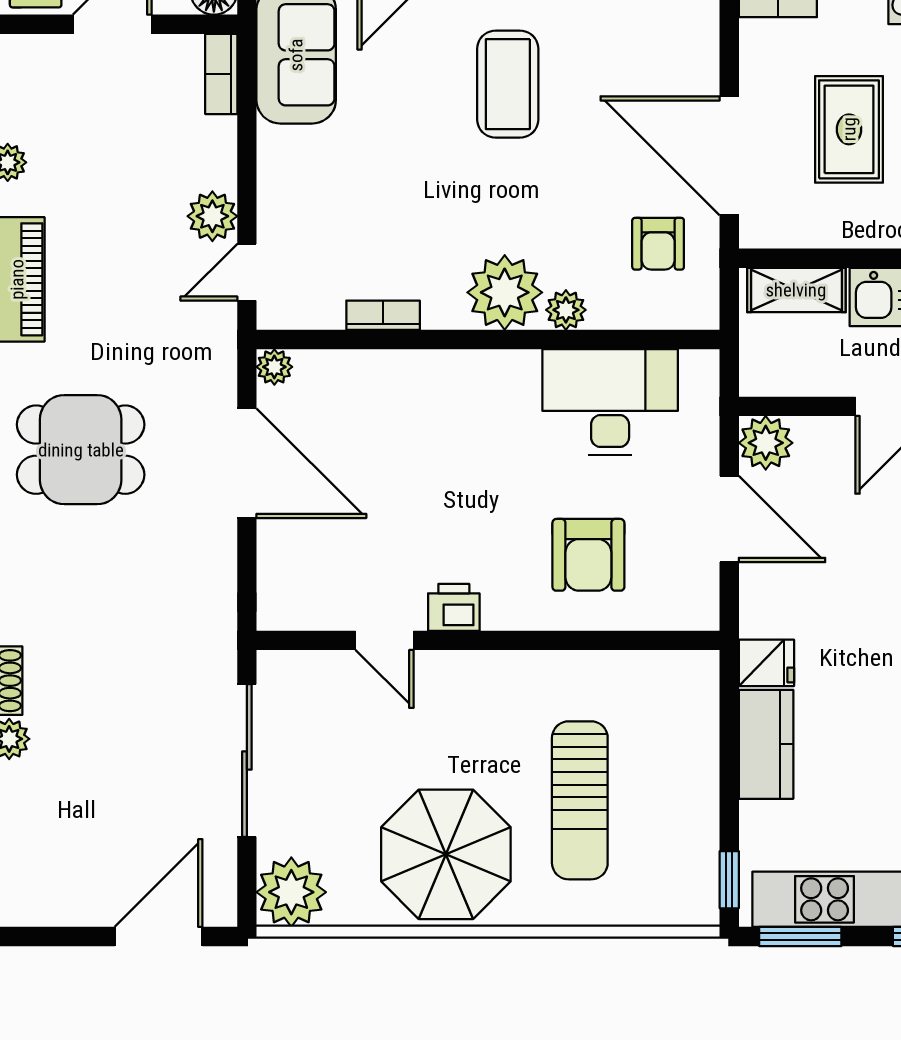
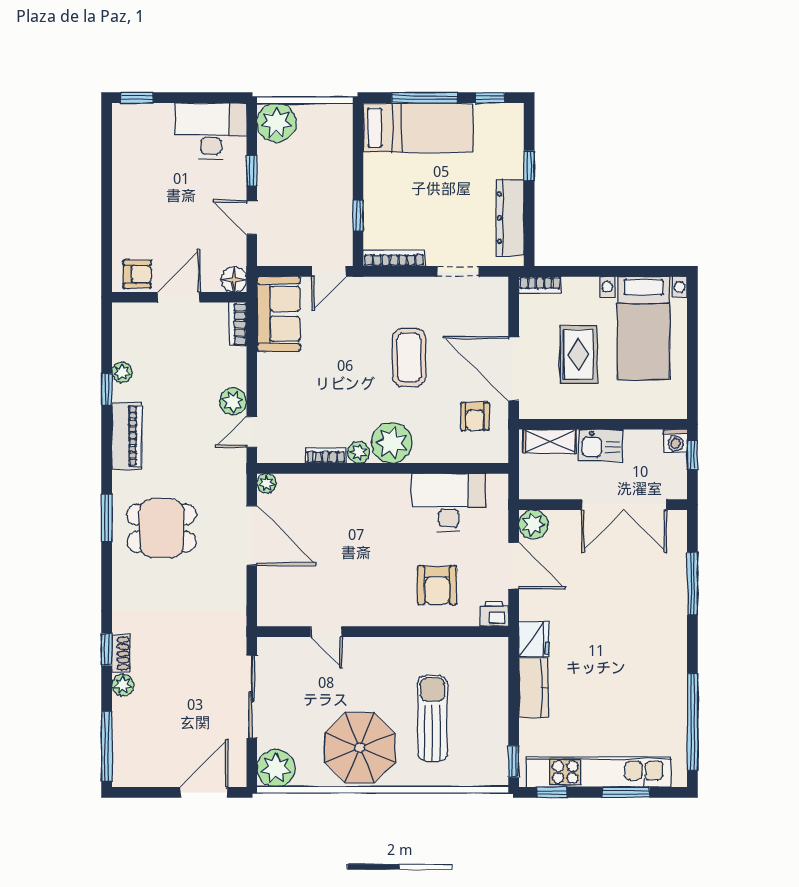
coffee table: (508, 84) -> (409, 357), moved
plant: (566, 310) -> (358, 452), moved
printer: (454, 607) -> (494, 614), moved
fridge: (766, 663) -> (534, 639), width x1.38
sun lounger: (580, 800) -> (432, 718), turned 180
window: (800, 936) -> (552, 792), width x0.67

